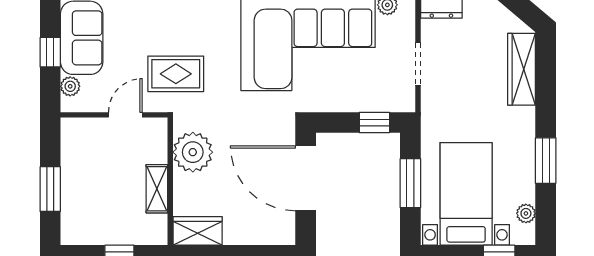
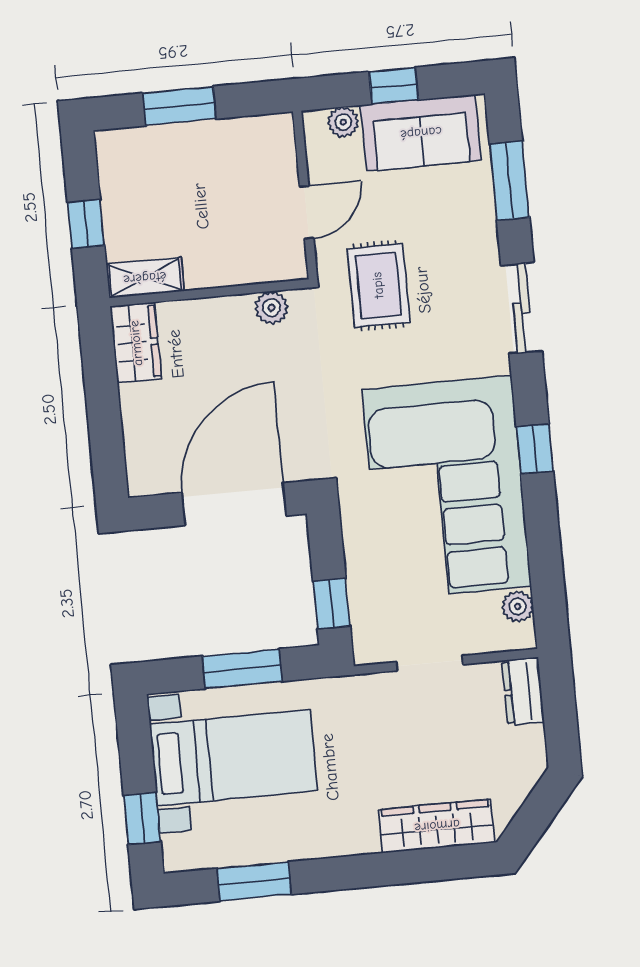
door: (125, 115) -> (307, 213), hinge flipped
plant: (193, 152) -> (271, 308), width x0.53, depth x0.53
window: (546, 161) -> (254, 881), moved
shelving: (157, 189) -> (145, 278), moved
plant: (526, 213) -> (212, 854), removed

